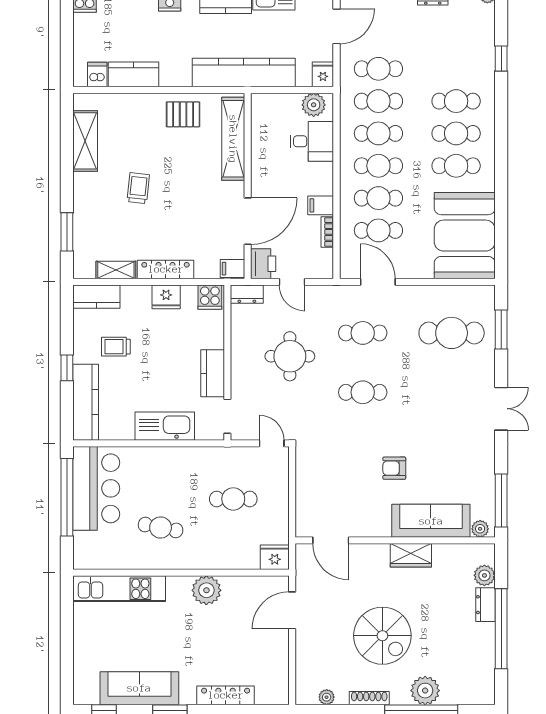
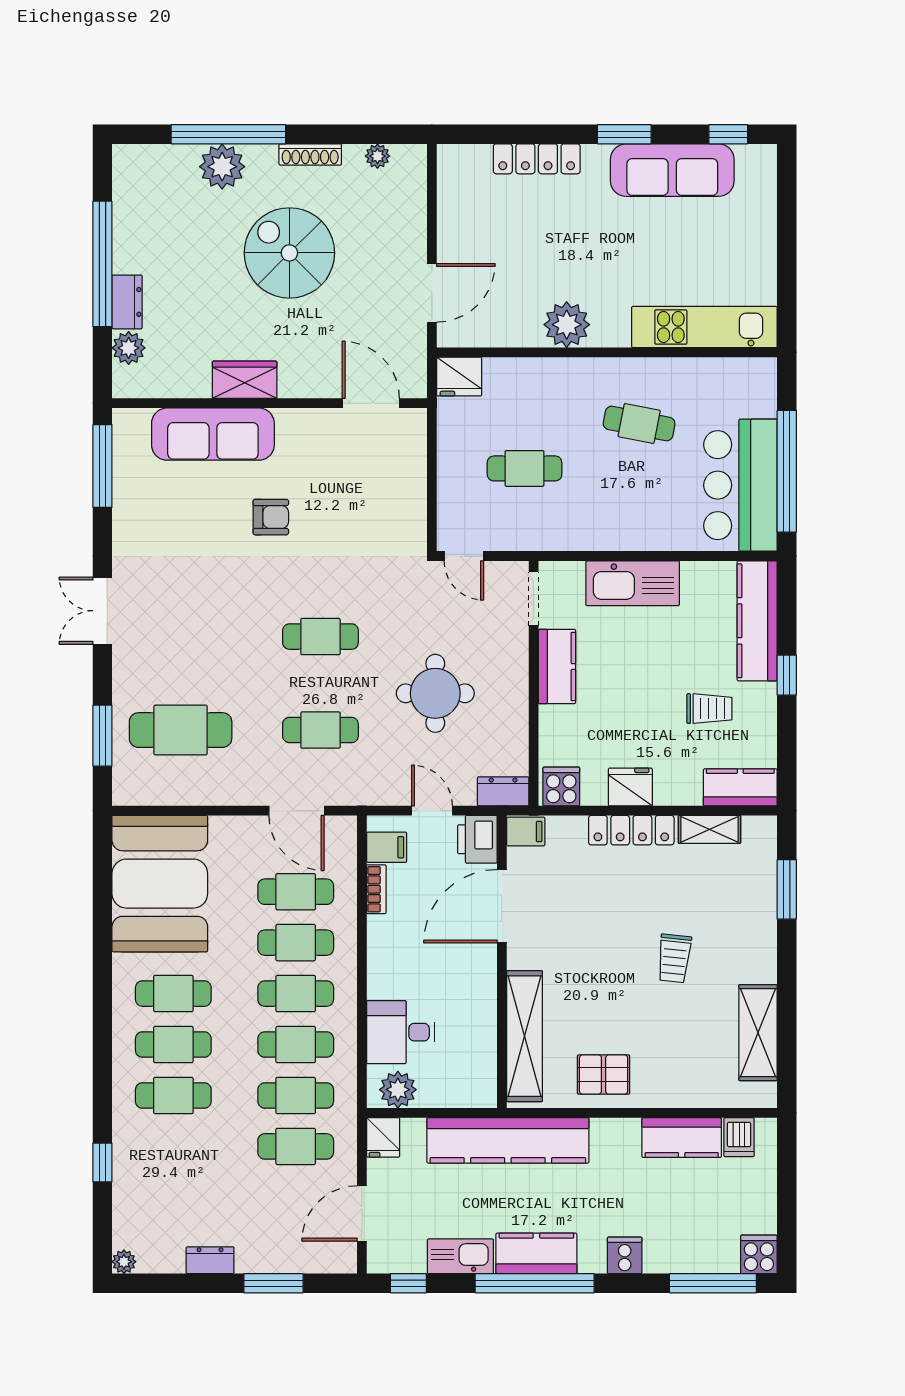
filing cabinet: (321, 205) -> (387, 847), moved
plant: (480, 529) -> (136, 421), removed

